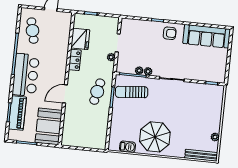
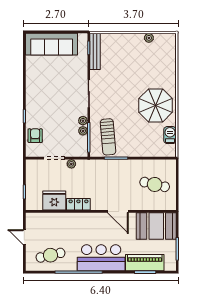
armchair: (170, 33) -> (35, 136), moved
sofa: (207, 36) -> (52, 44), moved, turned 90
cafe table: (97, 92) -> (155, 184), moved
bench: (201, 155) -> (95, 51), moved

